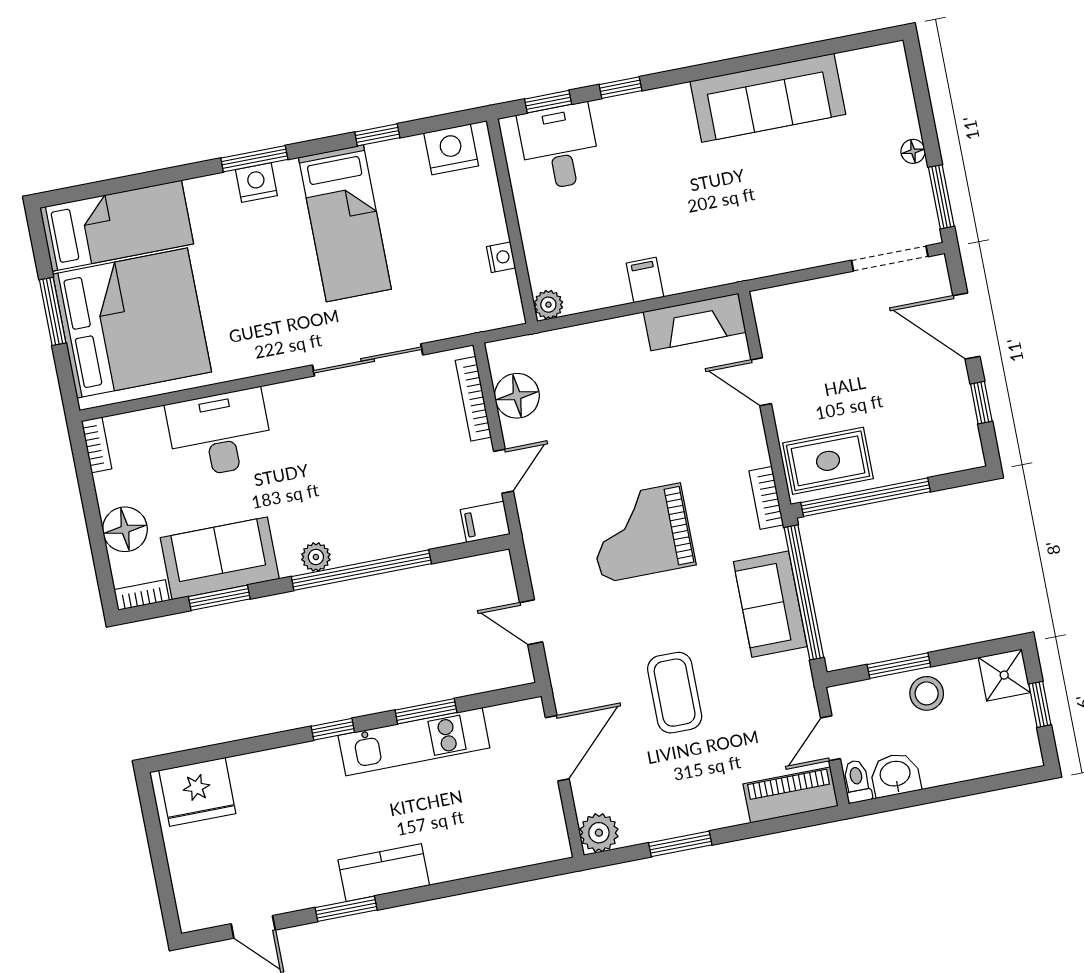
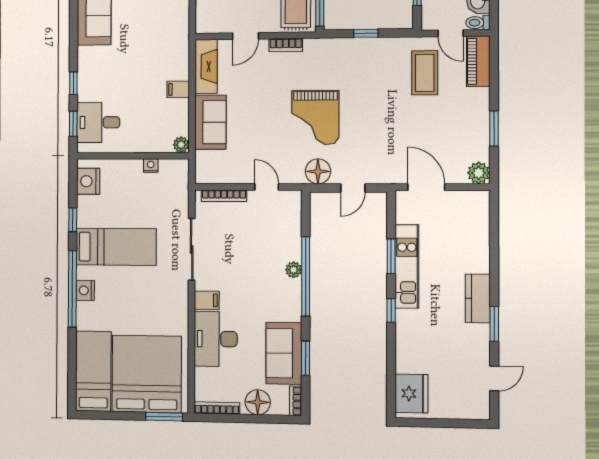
window: (254, 159) -> (72, 289), width x2.11
window: (53, 311) -> (164, 417), moved
floor lamp: (517, 396) -> (318, 171), moved
bookcase: (97, 445) -> (217, 408), width x1.56
bookcase: (766, 498) -> (286, 45), moved
filing cabinet: (485, 522) -> (207, 300), moved, turned -90
plant: (316, 557) -> (294, 270), moved
window: (804, 592) -> (366, 33), width x0.32
sofa: (770, 604) -> (210, 122), moved, turned -90
coffee table: (675, 693) -> (425, 73), moved, turned 90

